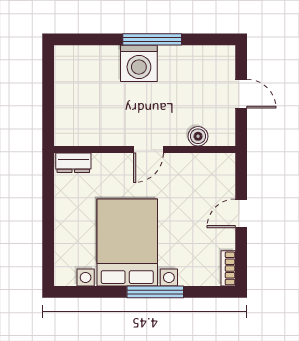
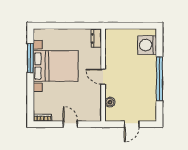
window: (152, 39) -> (159, 79), width x1.46
washing machine: (139, 63) -> (147, 45), moved
window: (155, 292) -> (30, 58), moved

